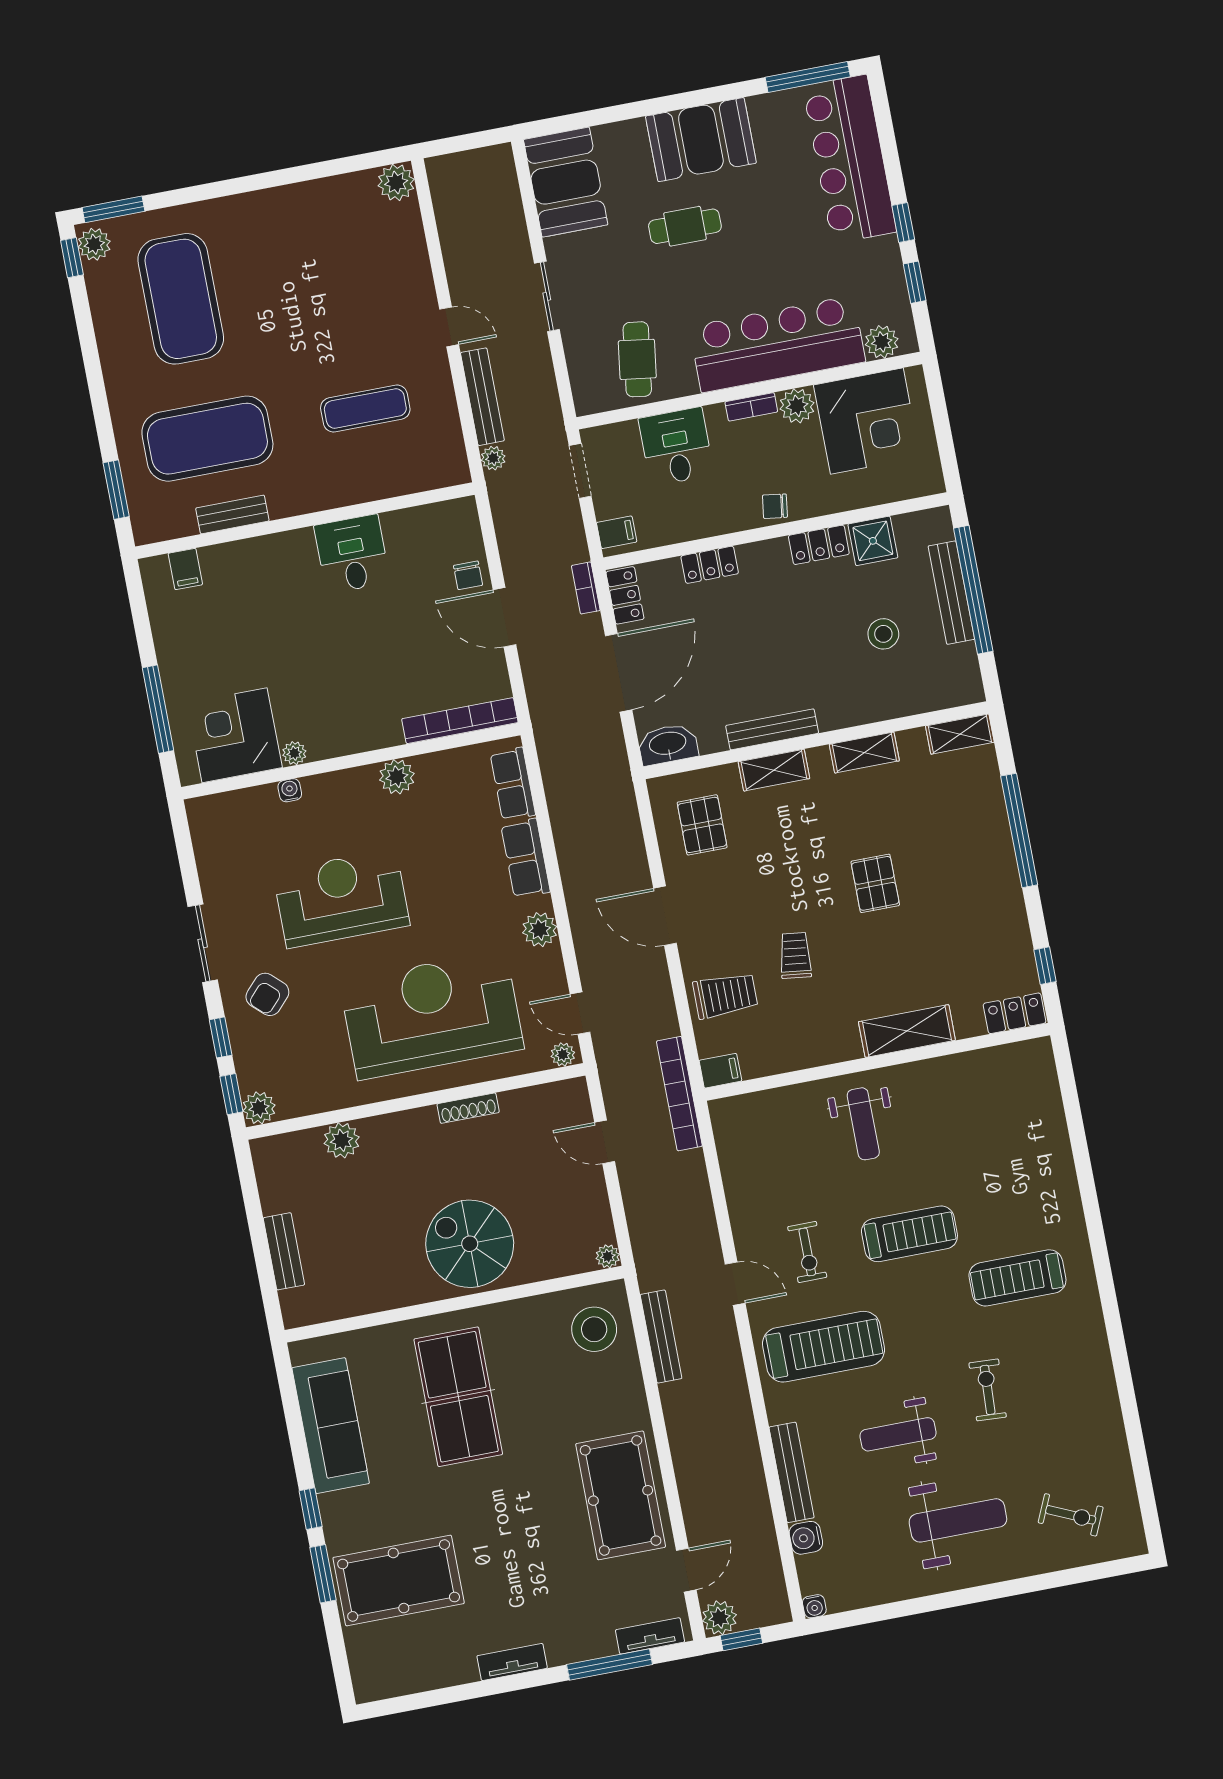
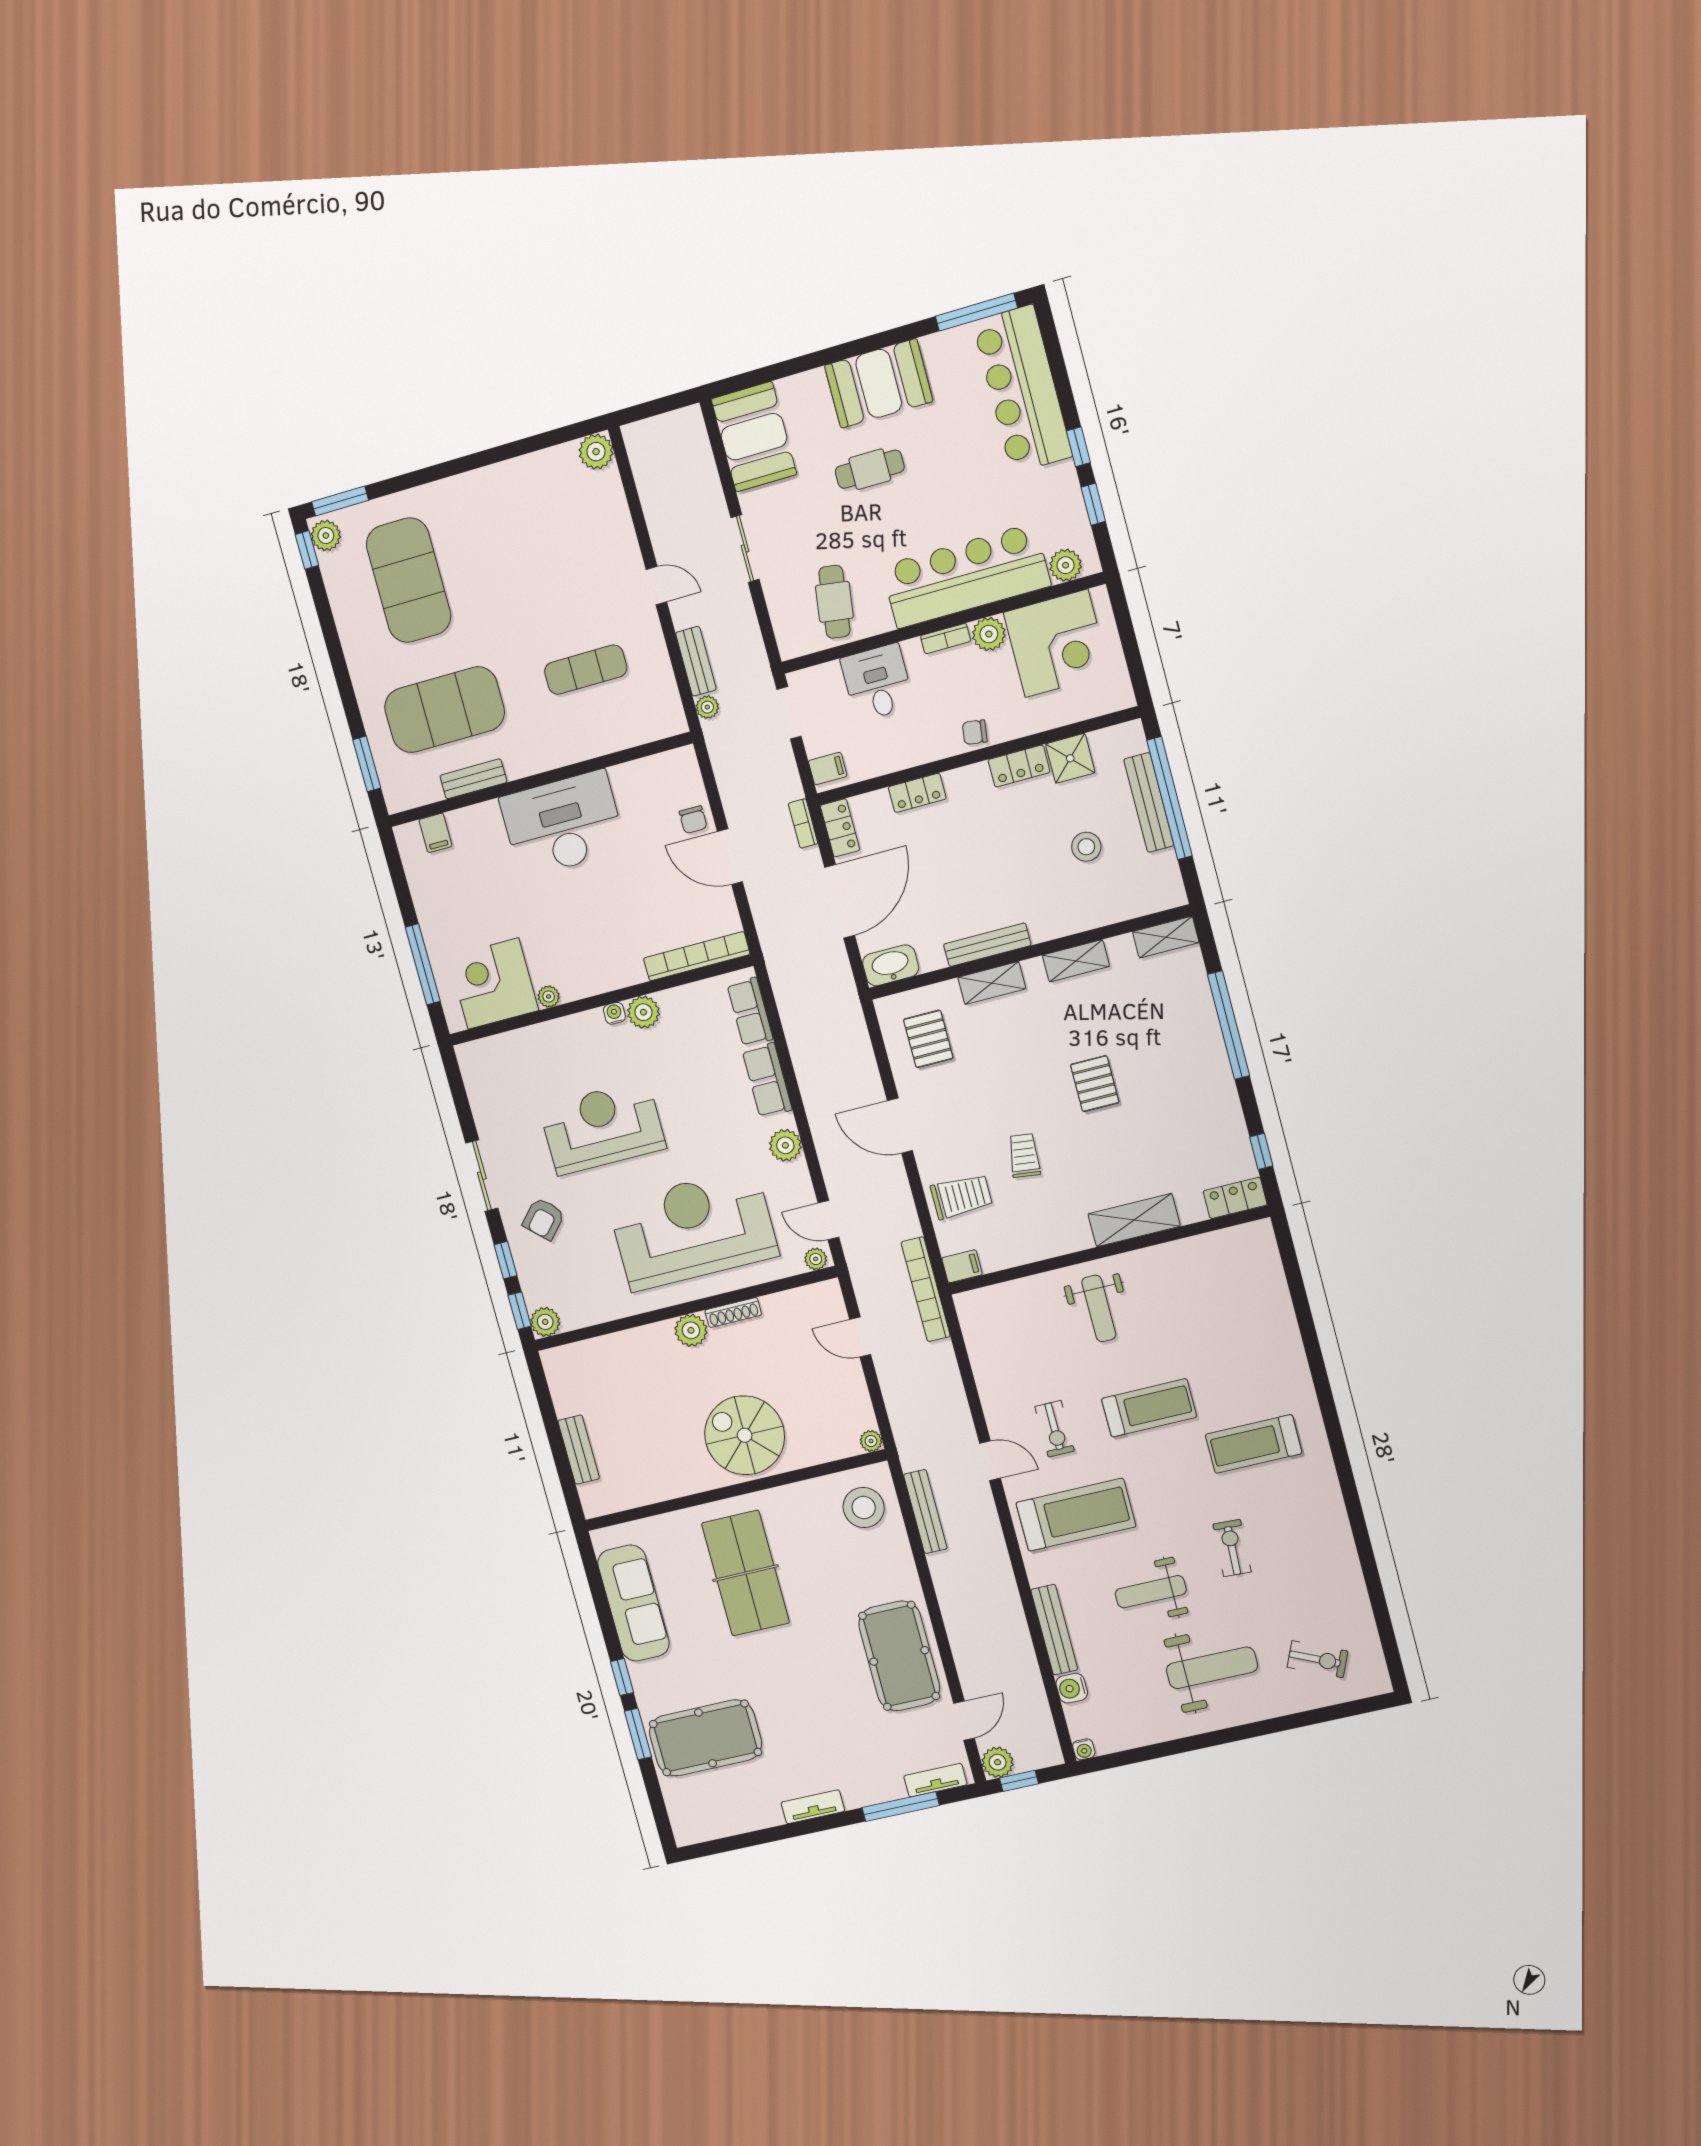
bench: (482, 397) -> (696, 661), width x0.73
desk: (352, 554) -> (563, 824), width x1.87, depth x1.30
water cooler: (290, 790) -> (614, 1013), moved
plant: (342, 1140) -> (691, 1330), moved

